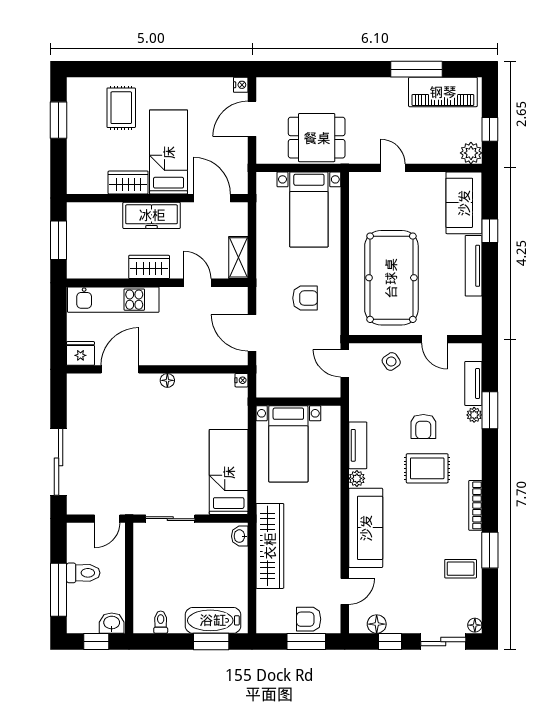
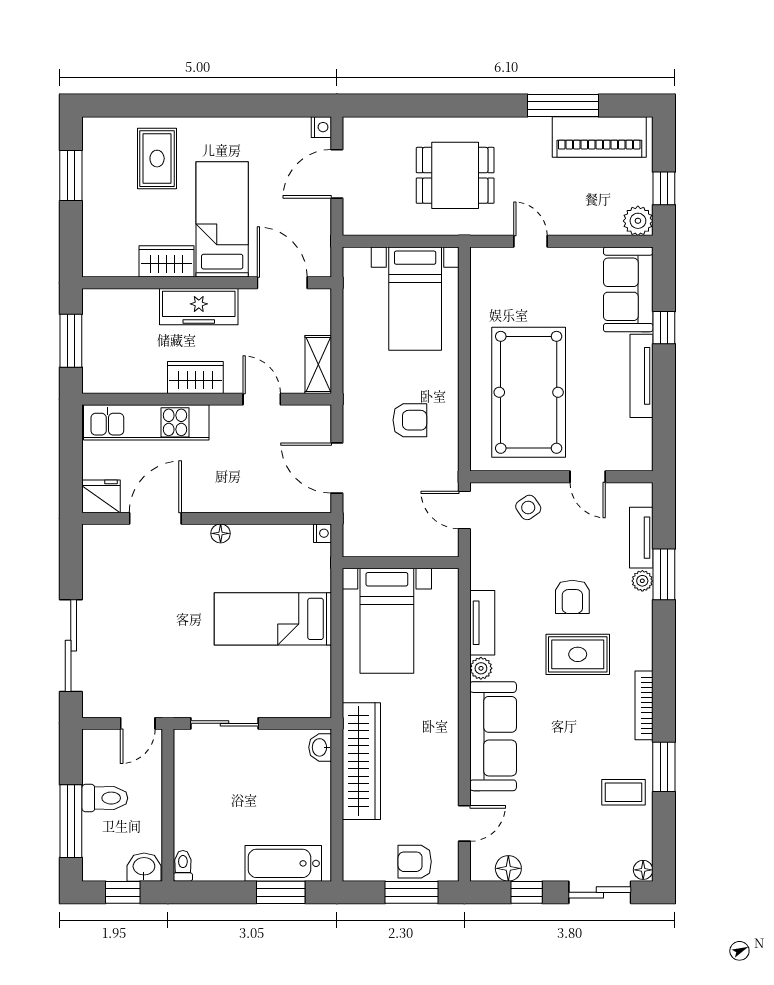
dining table: (317, 138) -> (455, 175), moved
bed: (229, 472) -> (273, 619), moved, turned -90
toilet: (161, 622) -> (183, 866), moved

